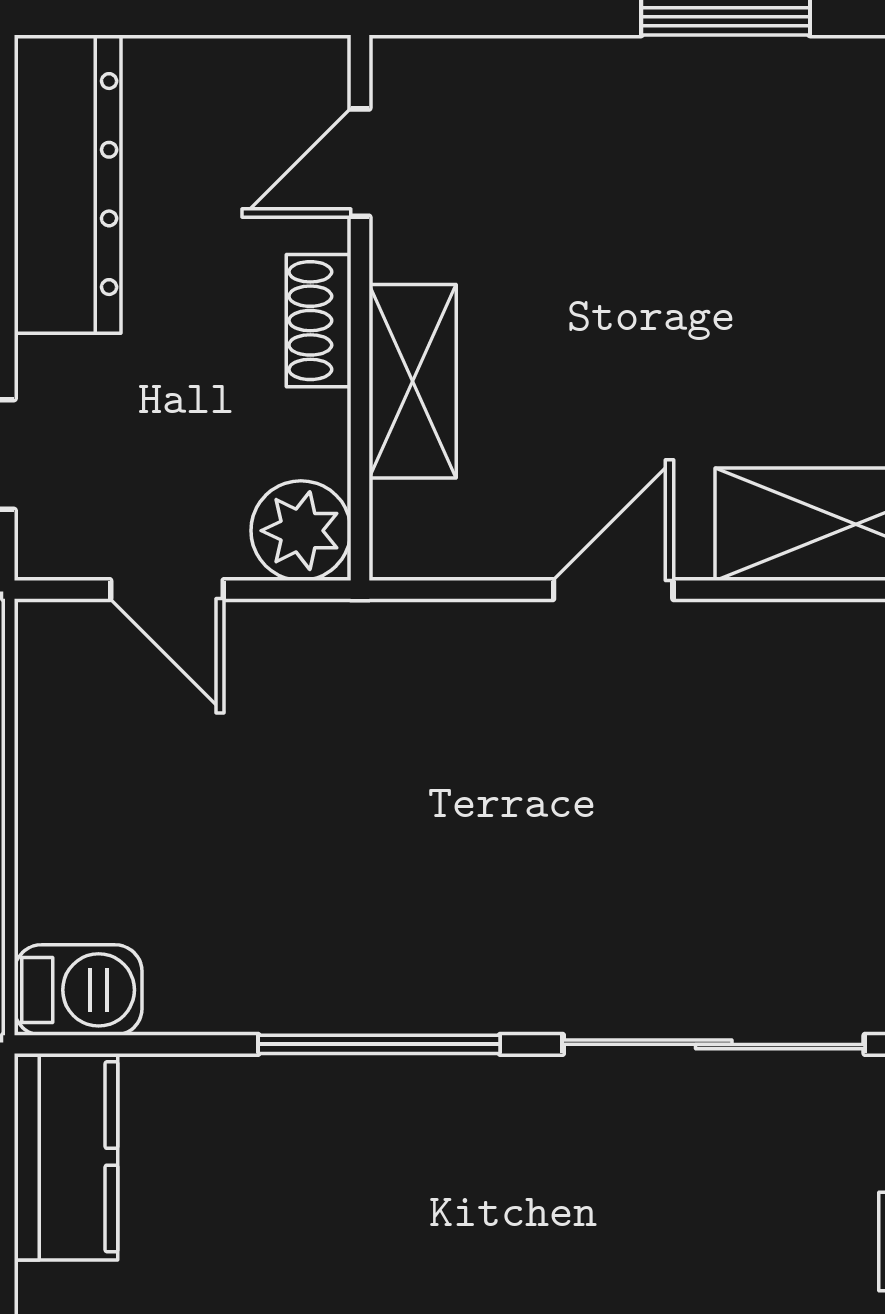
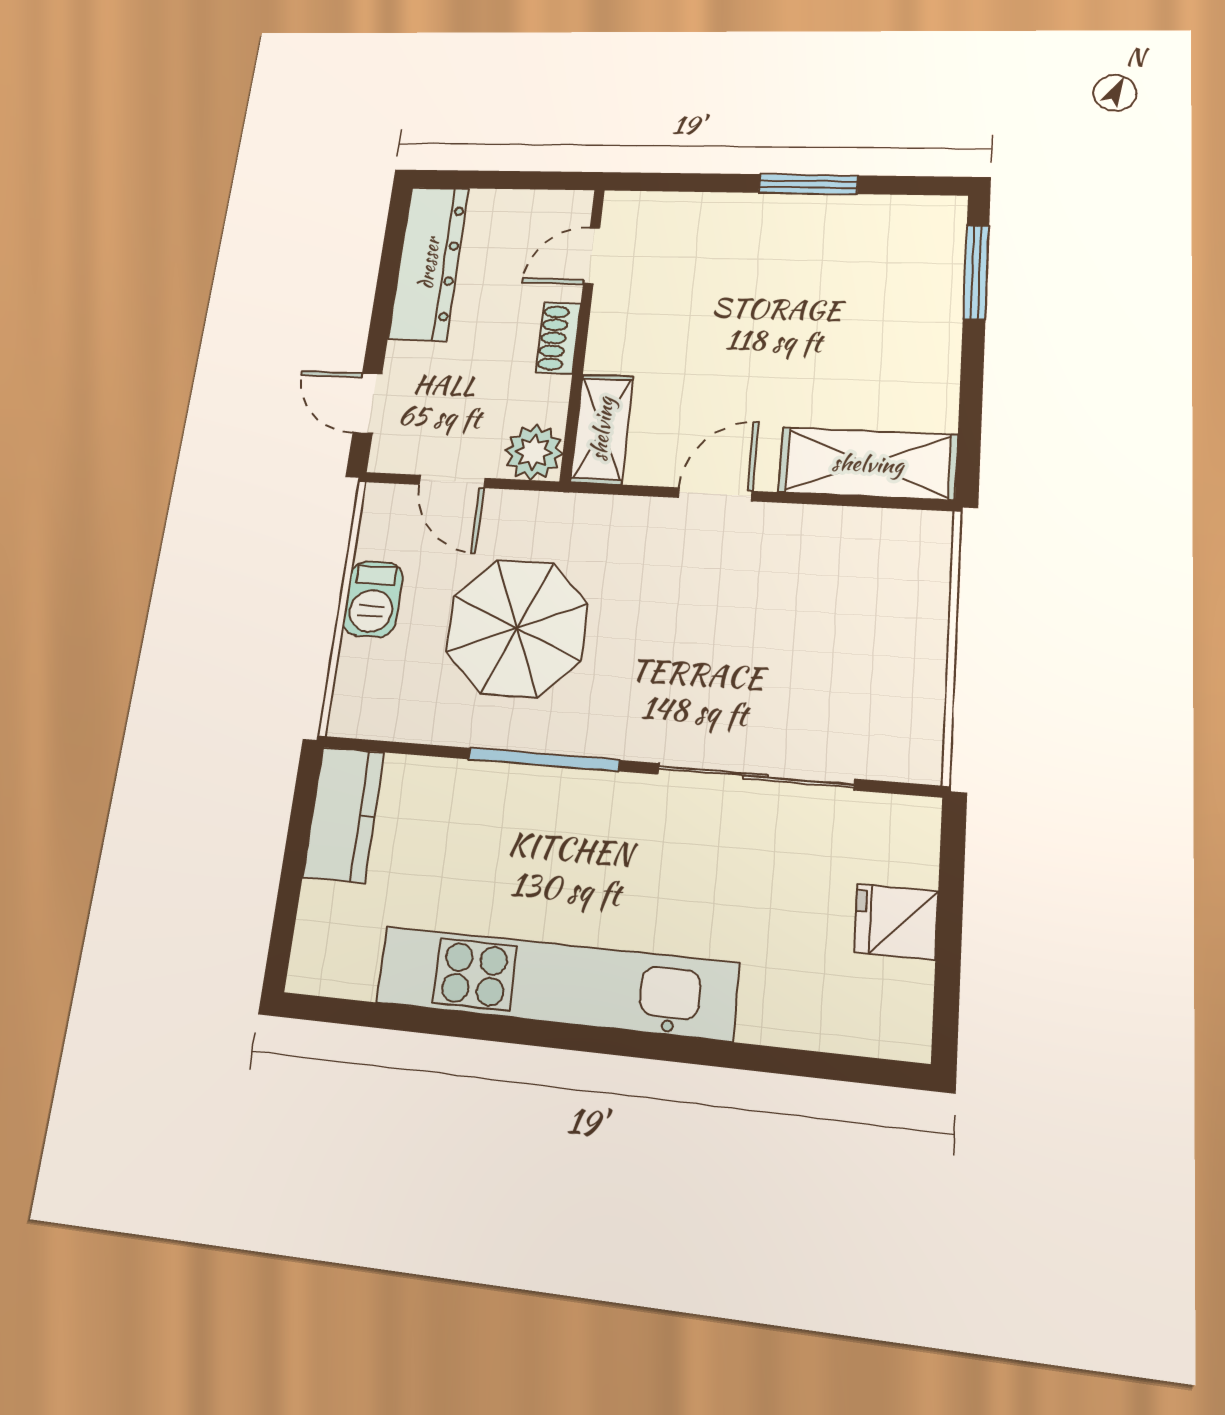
shelving: (413, 381) -> (602, 429), moved
parasol: (310, 835) -> (517, 628), added
barbecue: (78, 990) -> (373, 599), moved, turned 90

